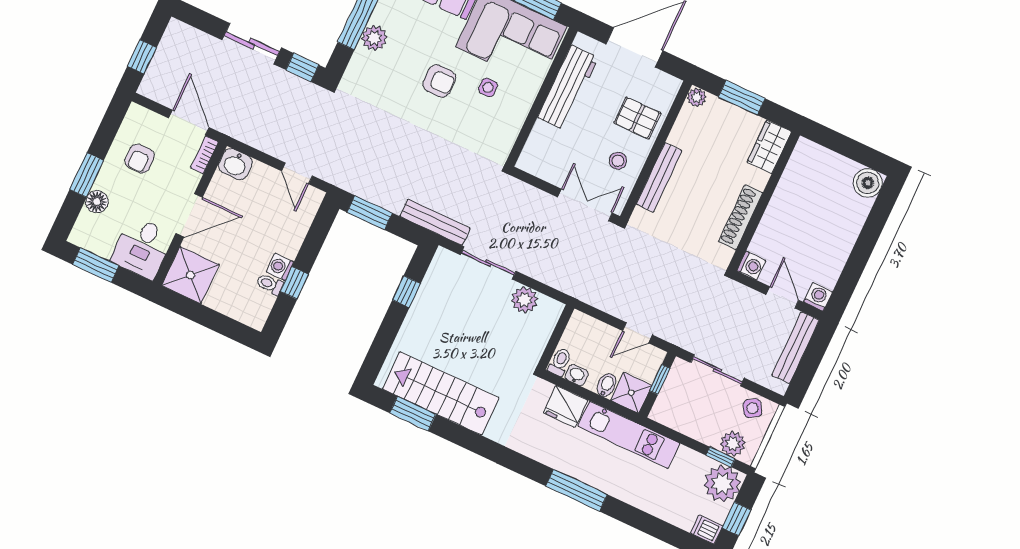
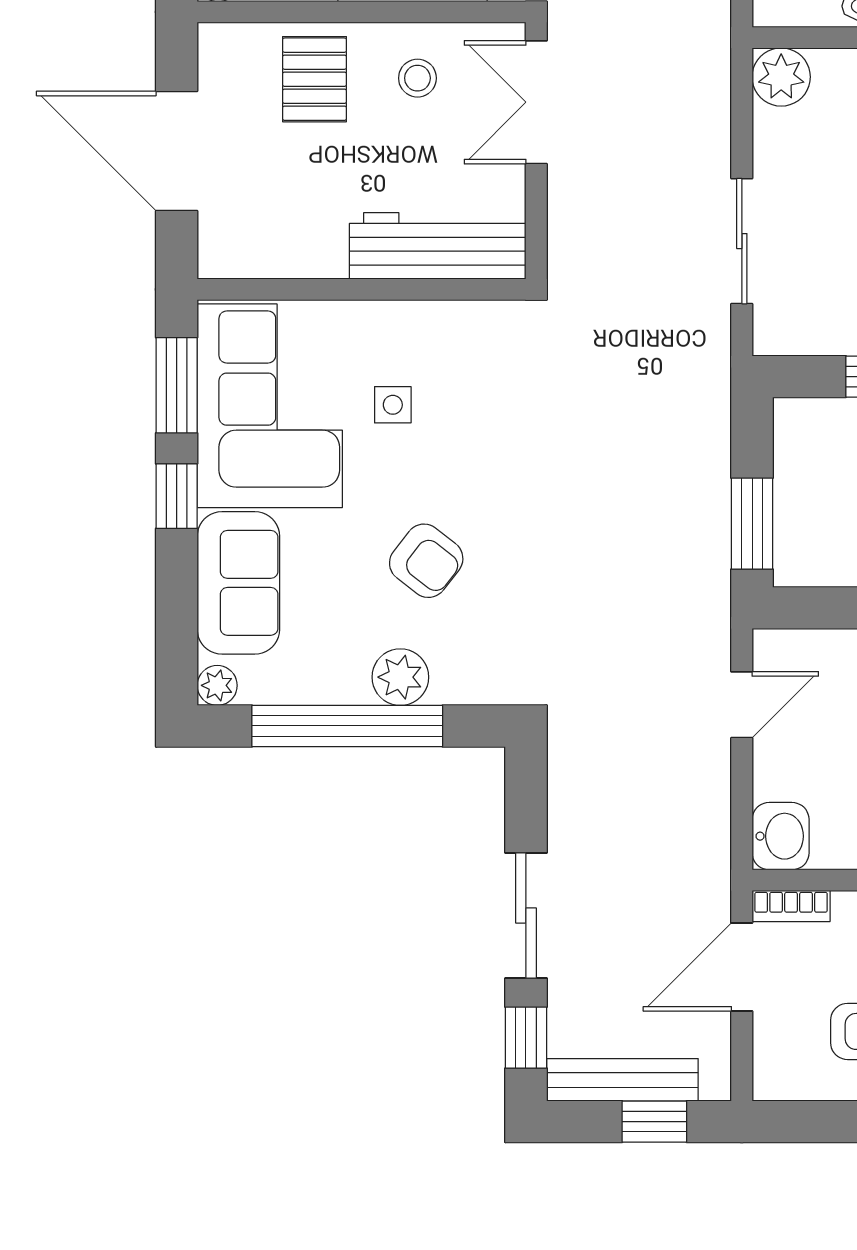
window: (302, 67) -> (526, 1038), moved
armchair: (439, 81) -> (426, 561), moved, turned 128
workbench: (568, 88) -> (438, 246), moved
bench: (435, 222) -> (622, 1080), moved, turned 90
plant: (524, 300) -> (781, 77), moved

